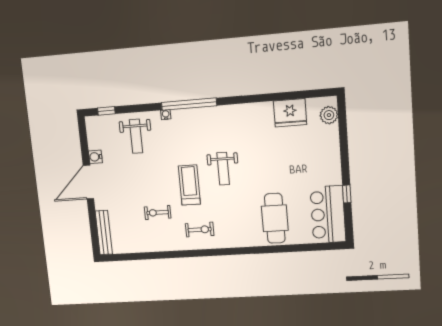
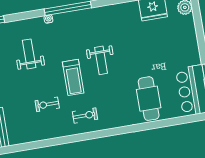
weight bench: (136, 136) -> (29, 54), moved, turned 180
treadmill: (189, 185) -> (73, 77), turned 180

